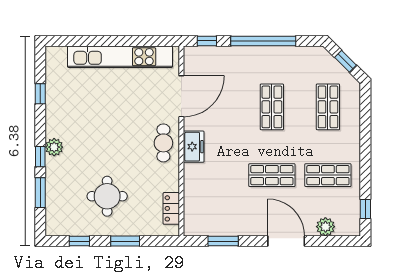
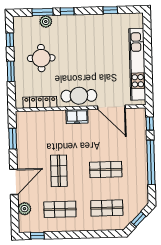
cafe table: (163, 143) -> (79, 96), width x1.37, depth x1.35
plant: (54, 147) -> (46, 22), moved
shop shelf: (328, 175) -> (60, 209), turned 90
locker: (171, 208) -> (40, 102), width x1.53

